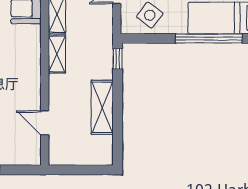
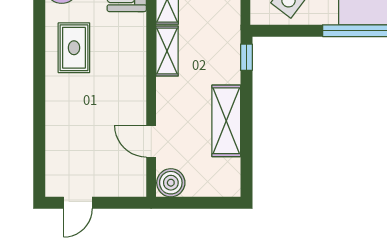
boiler: (60, 155) -> (171, 183), added

